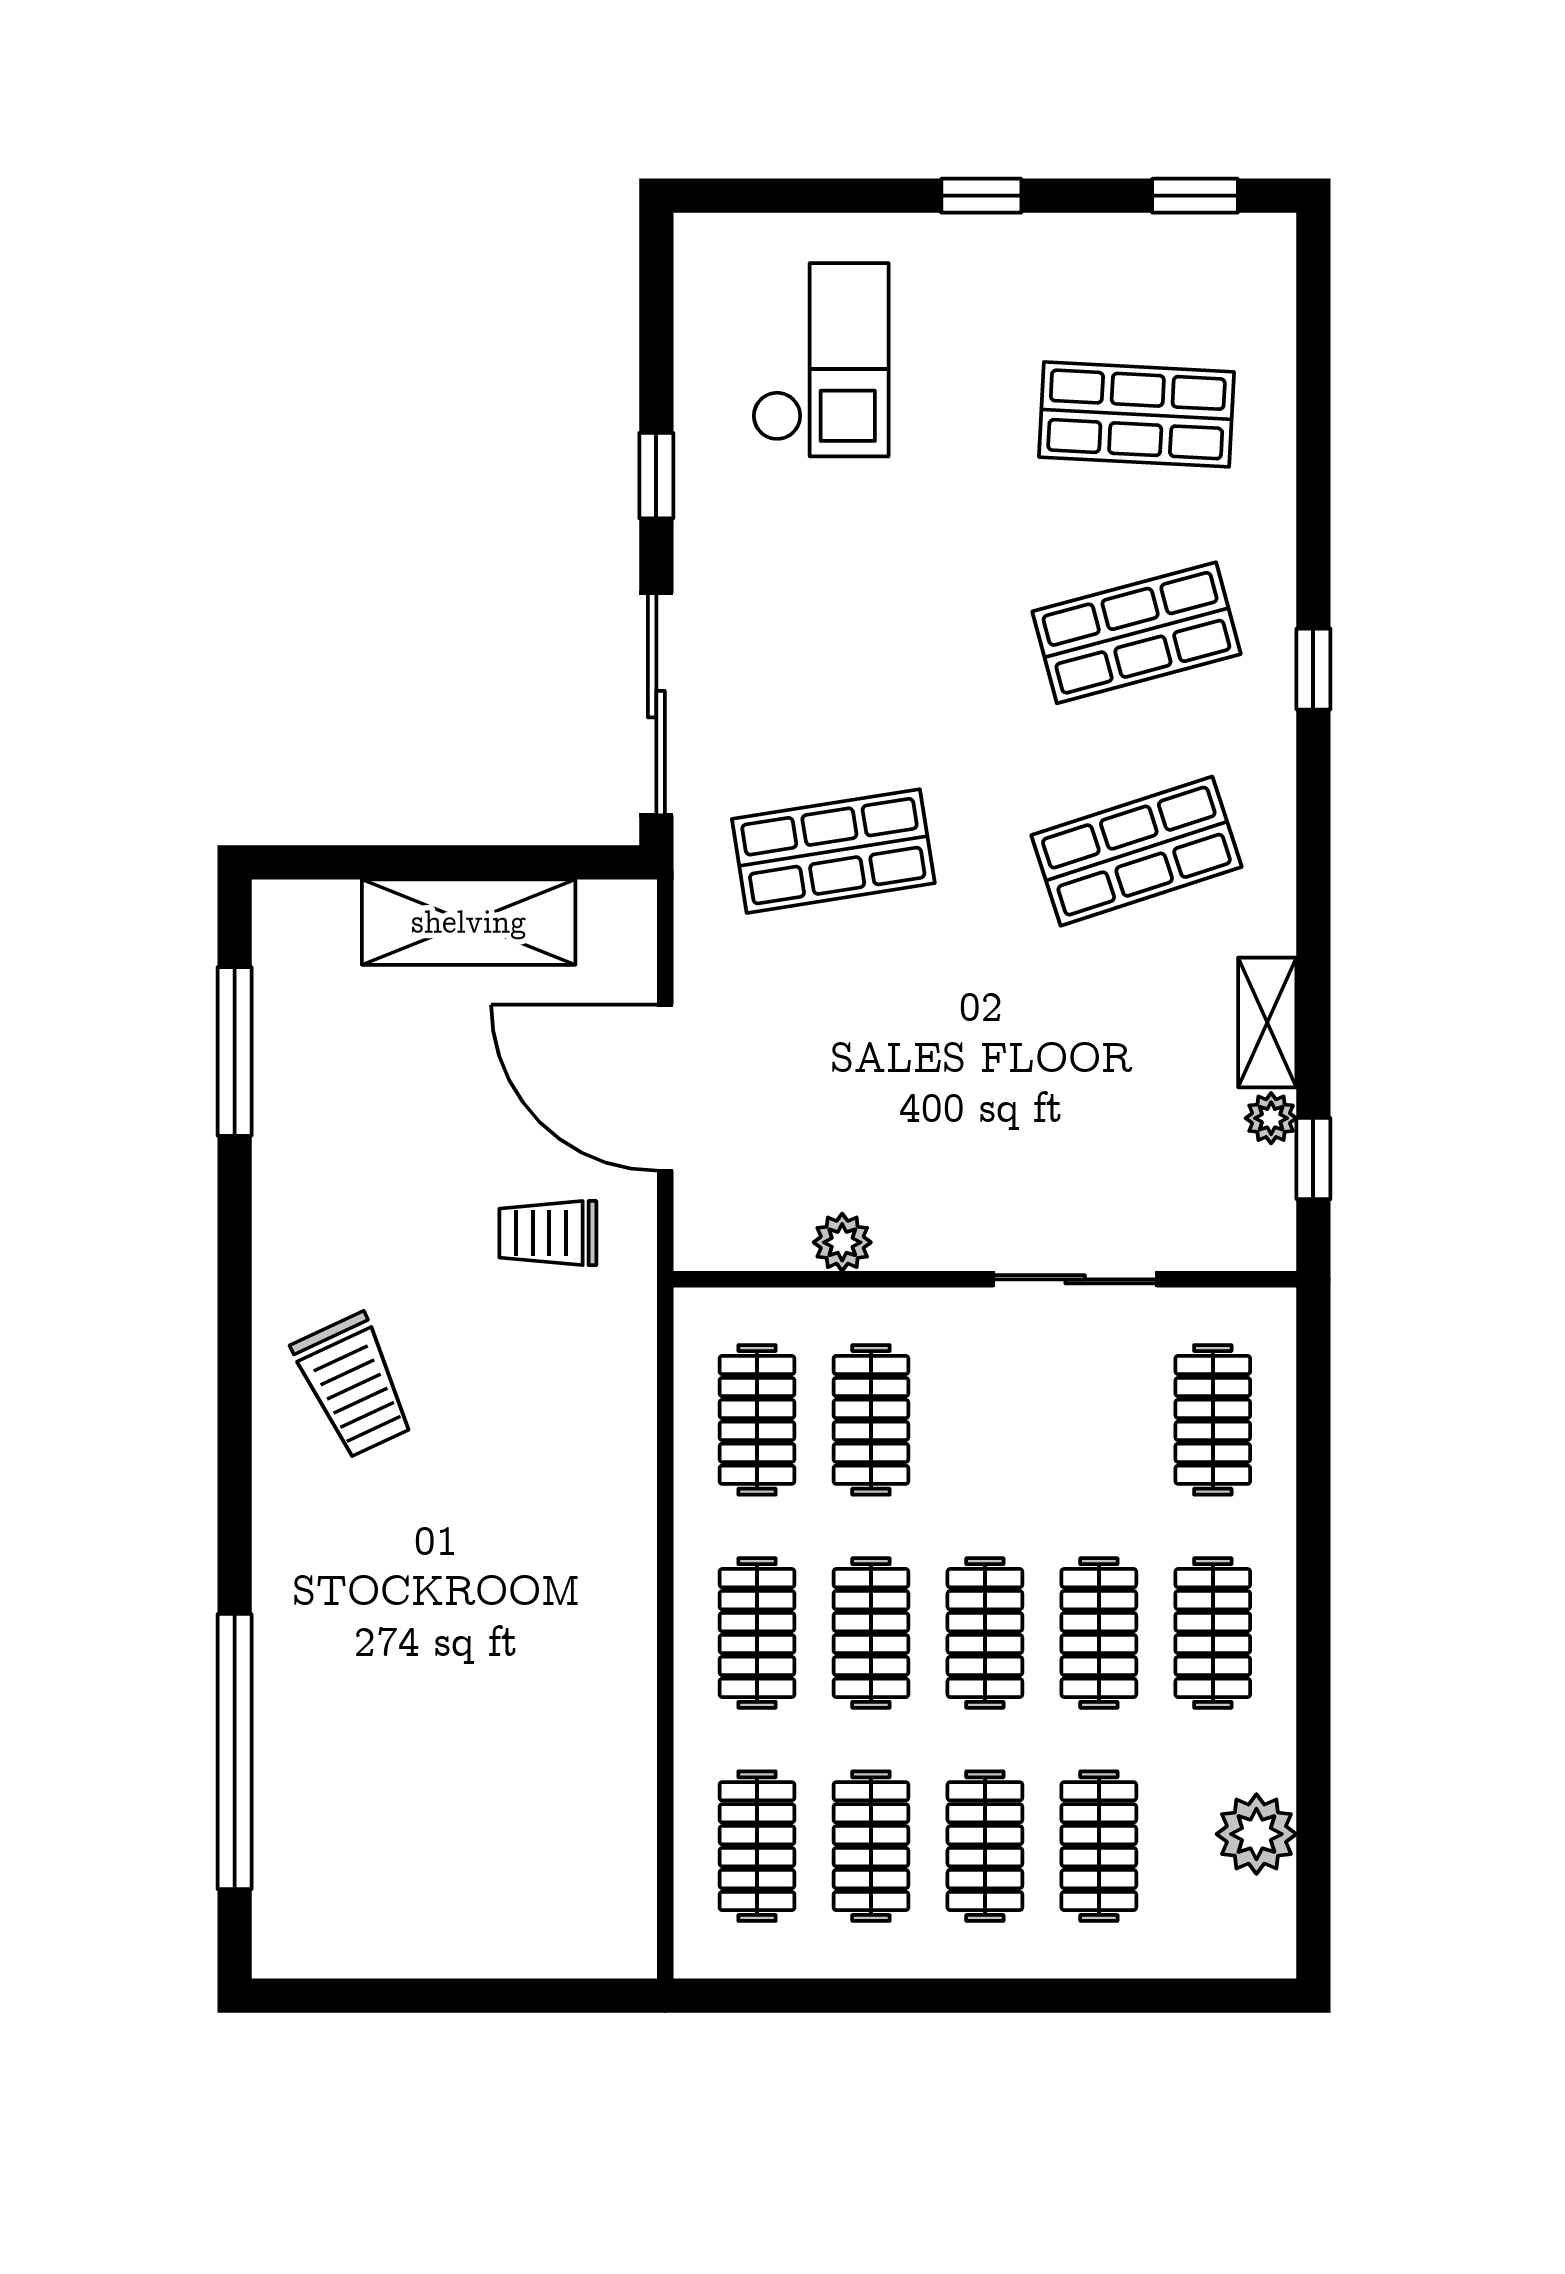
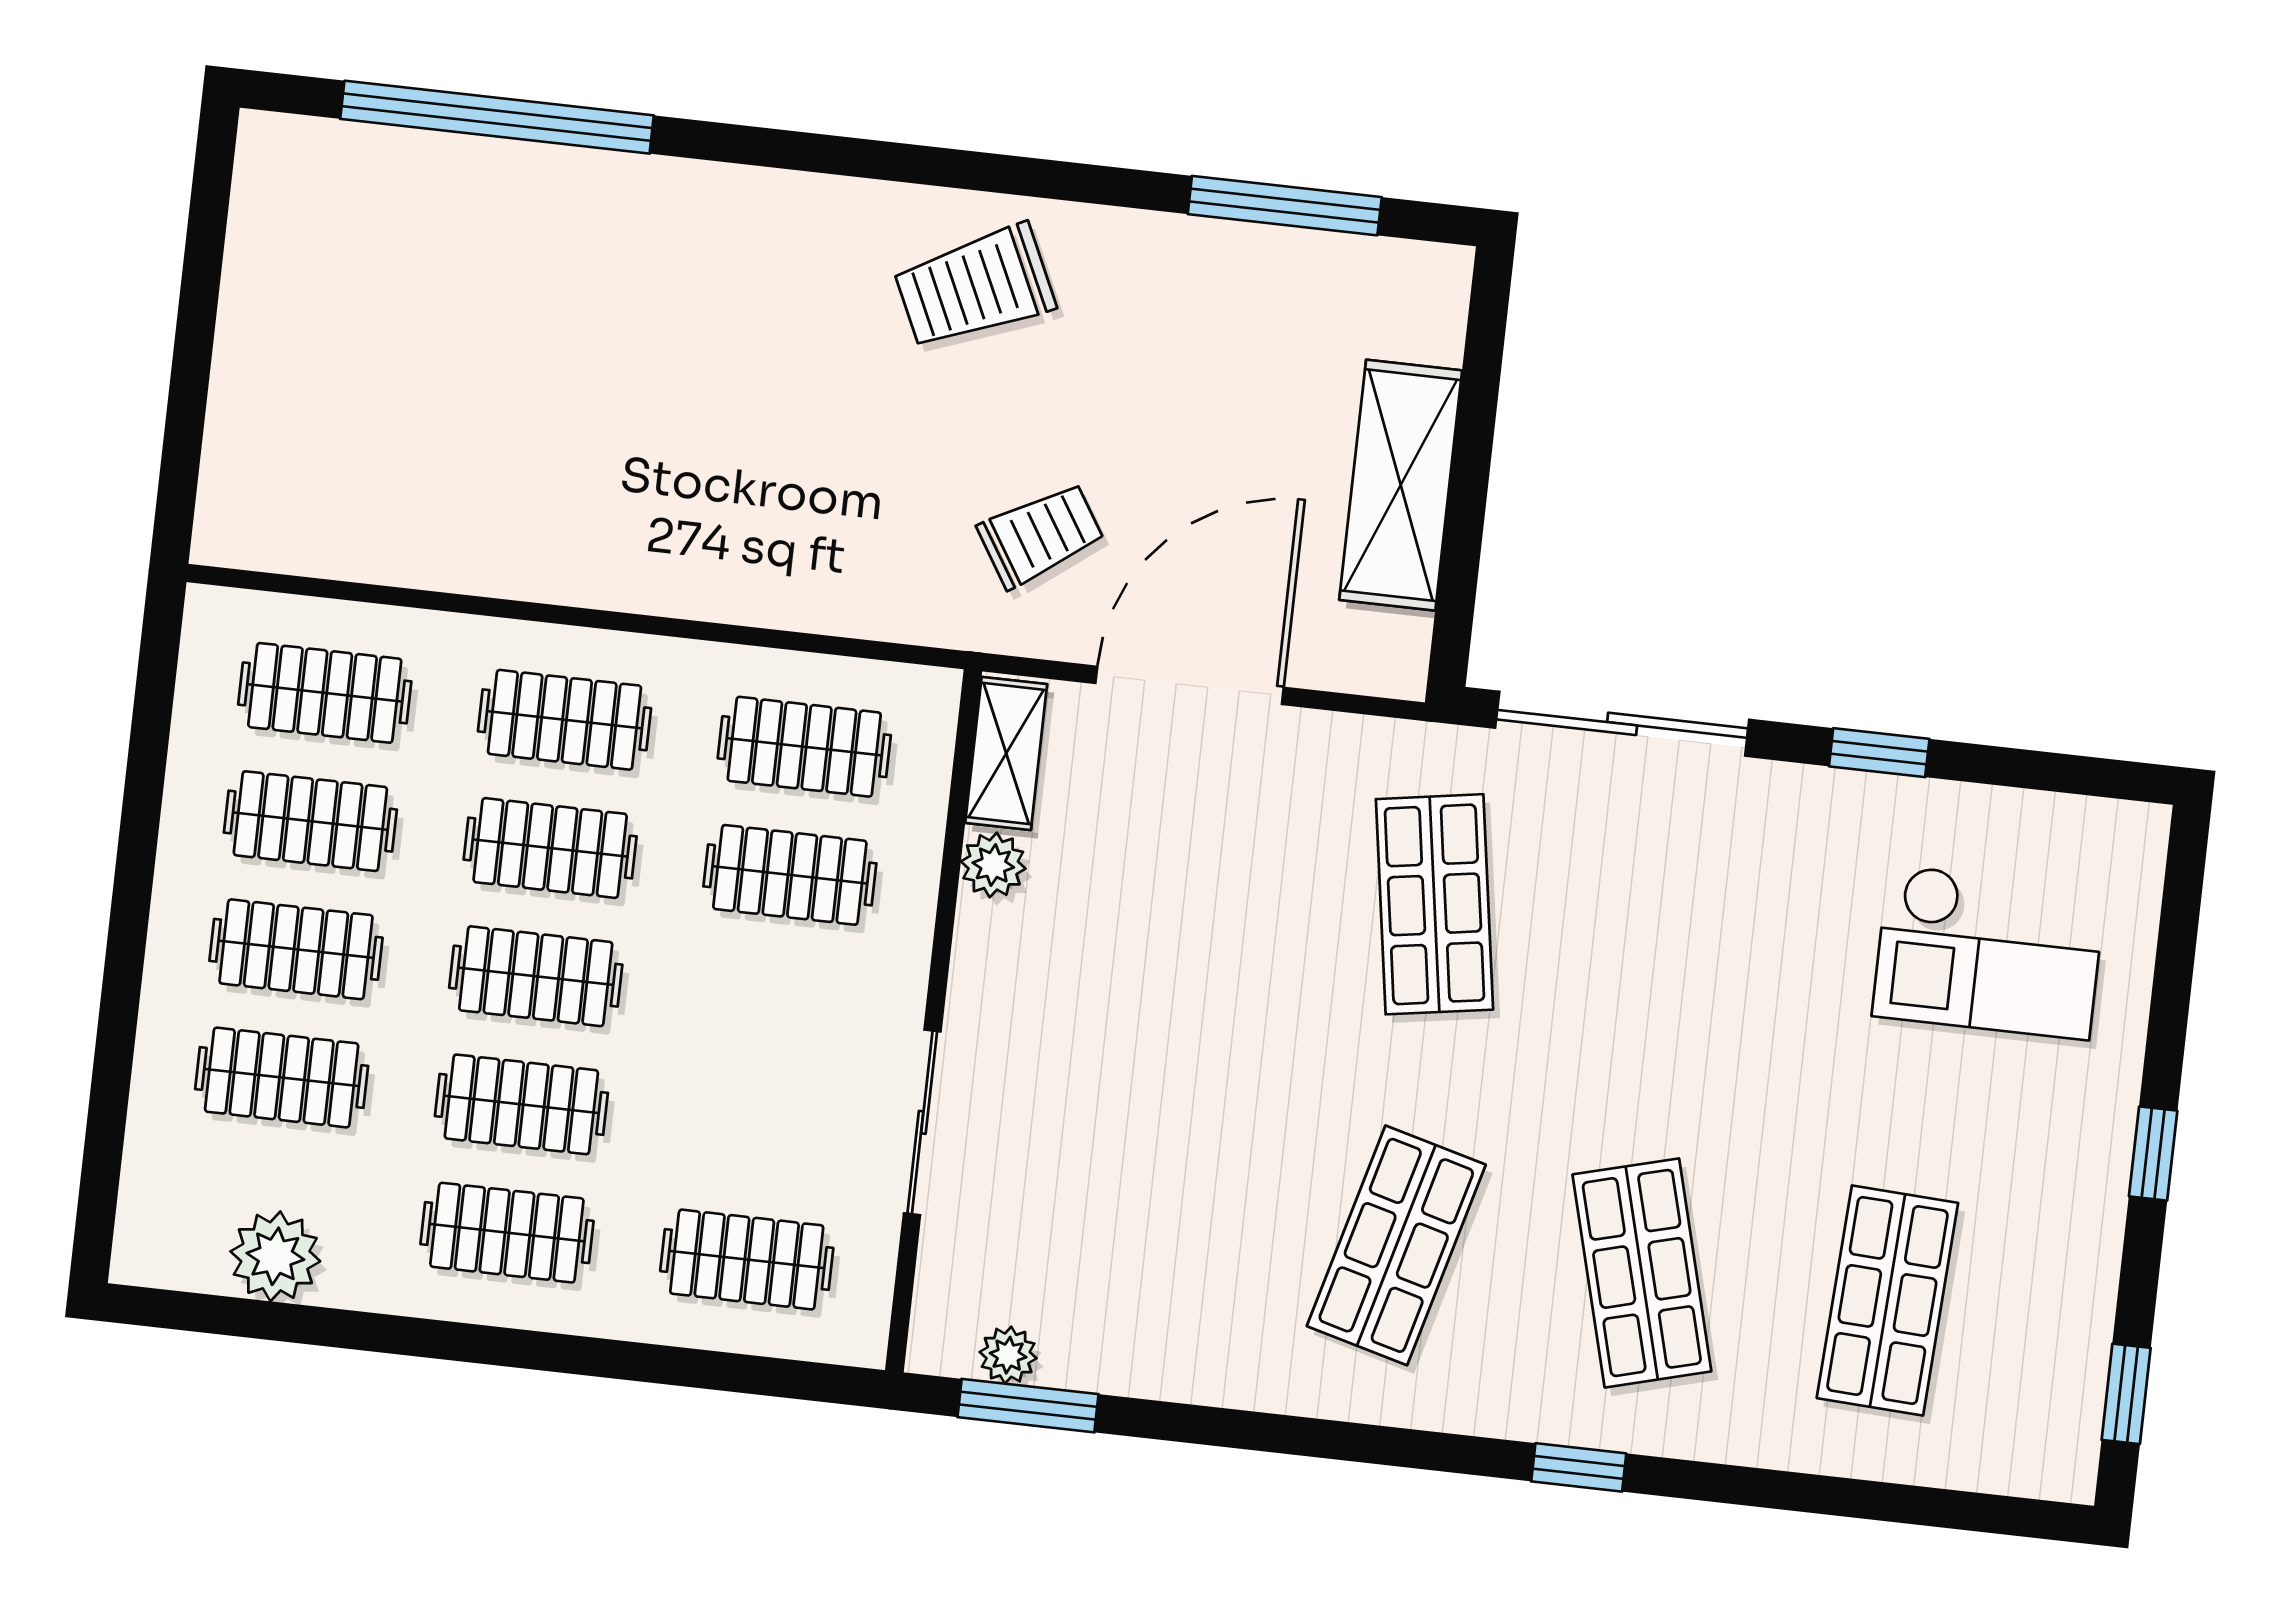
shop shelf: (1136, 851) -> (1396, 1245), turned 33
shelving: (1267, 1022) -> (1006, 753), moved, turned 90
plant: (1271, 1118) -> (1008, 1355), moved
window: (1313, 1159) -> (1028, 1406), width x1.50
trolley: (548, 1233) -> (1041, 535), turned 58
trolley: (353, 1386) -> (975, 287), moved

